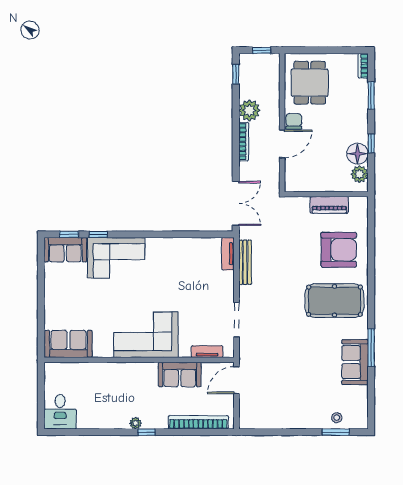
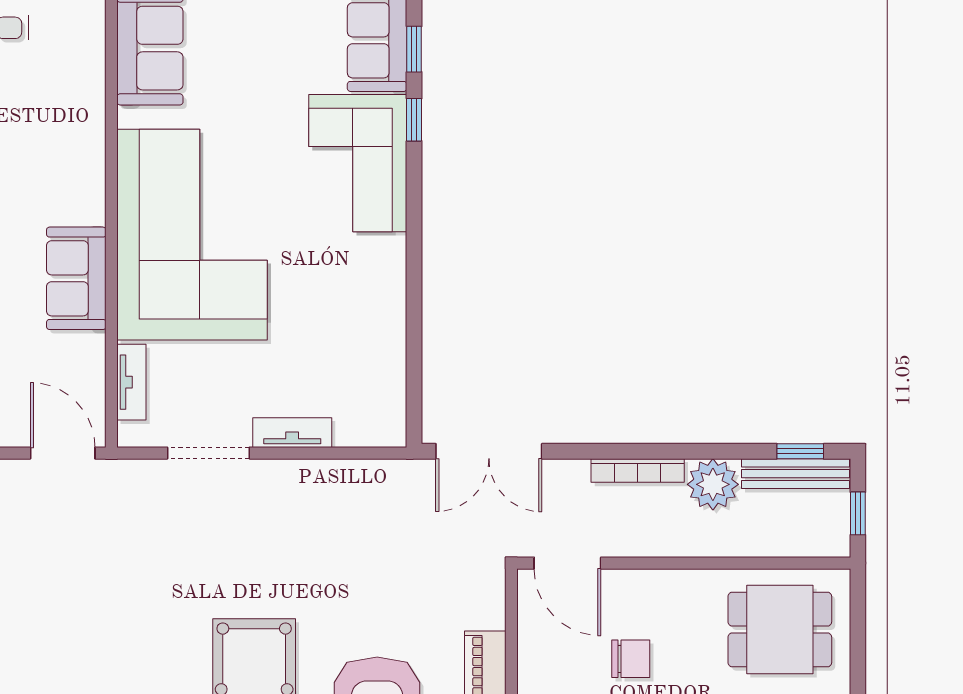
chair: (294, 121) -> (631, 659), moved
door: (282, 144) -> (567, 563), moved
tv unit: (228, 254) -> (292, 433), moved
bench: (245, 262) -> (795, 474), moved
corner sofa: (146, 335) -> (192, 235), width x1.36, depth x1.36
sofa: (180, 374) -> (76, 278), moved

